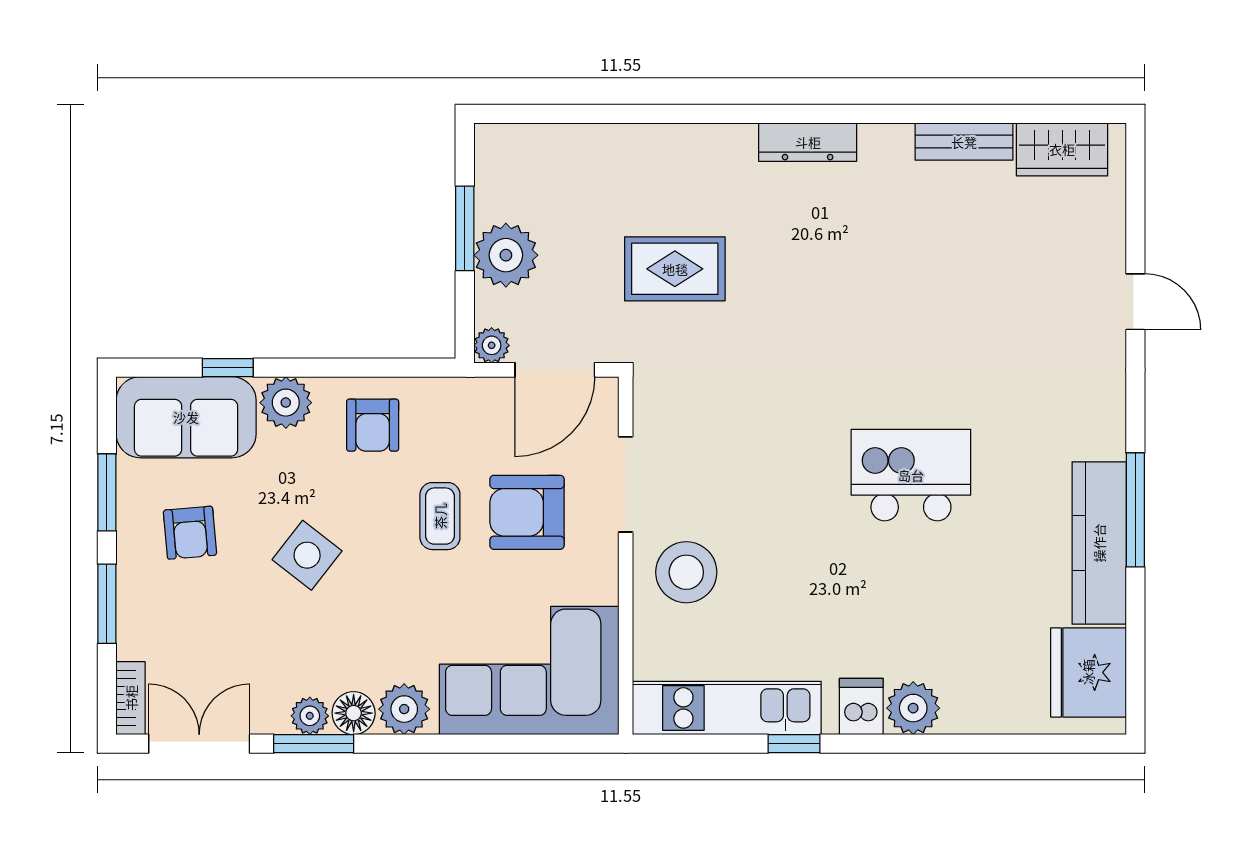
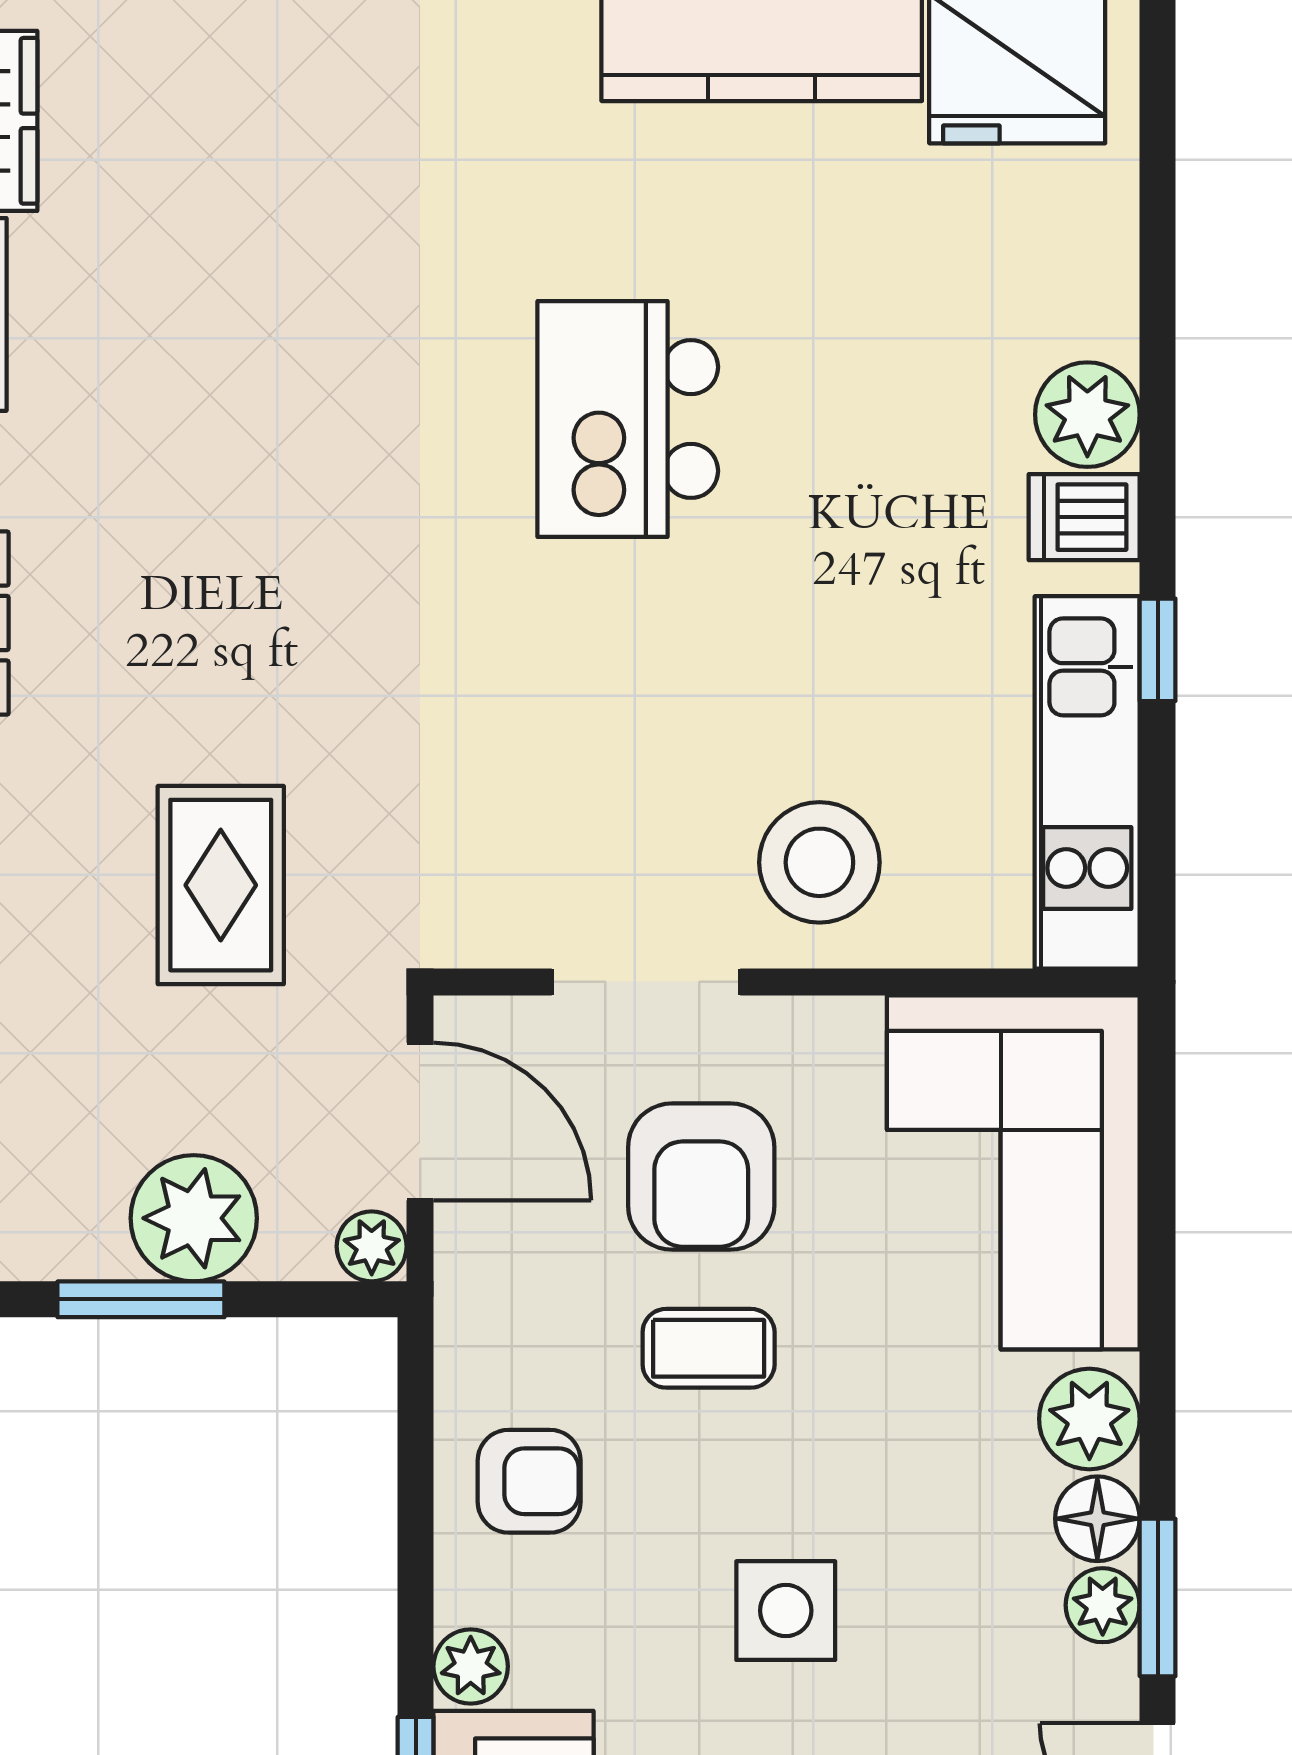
plant: (286, 403) -> (471, 1666), width x0.73, depth x0.73
side table: (307, 555) -> (786, 1611), turned -38

